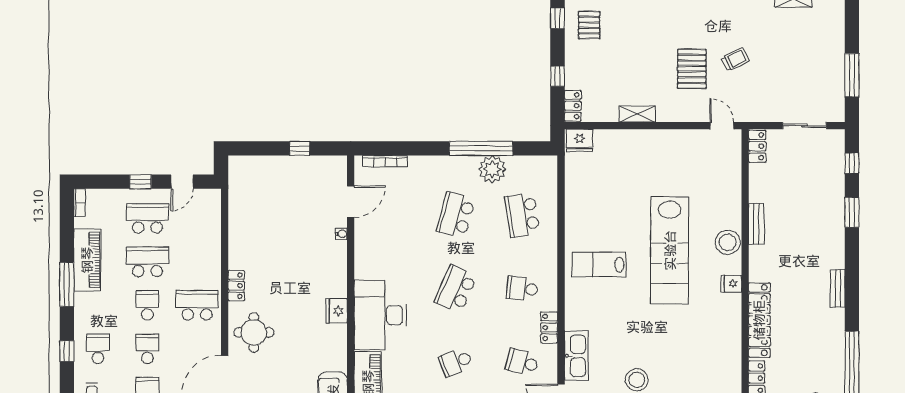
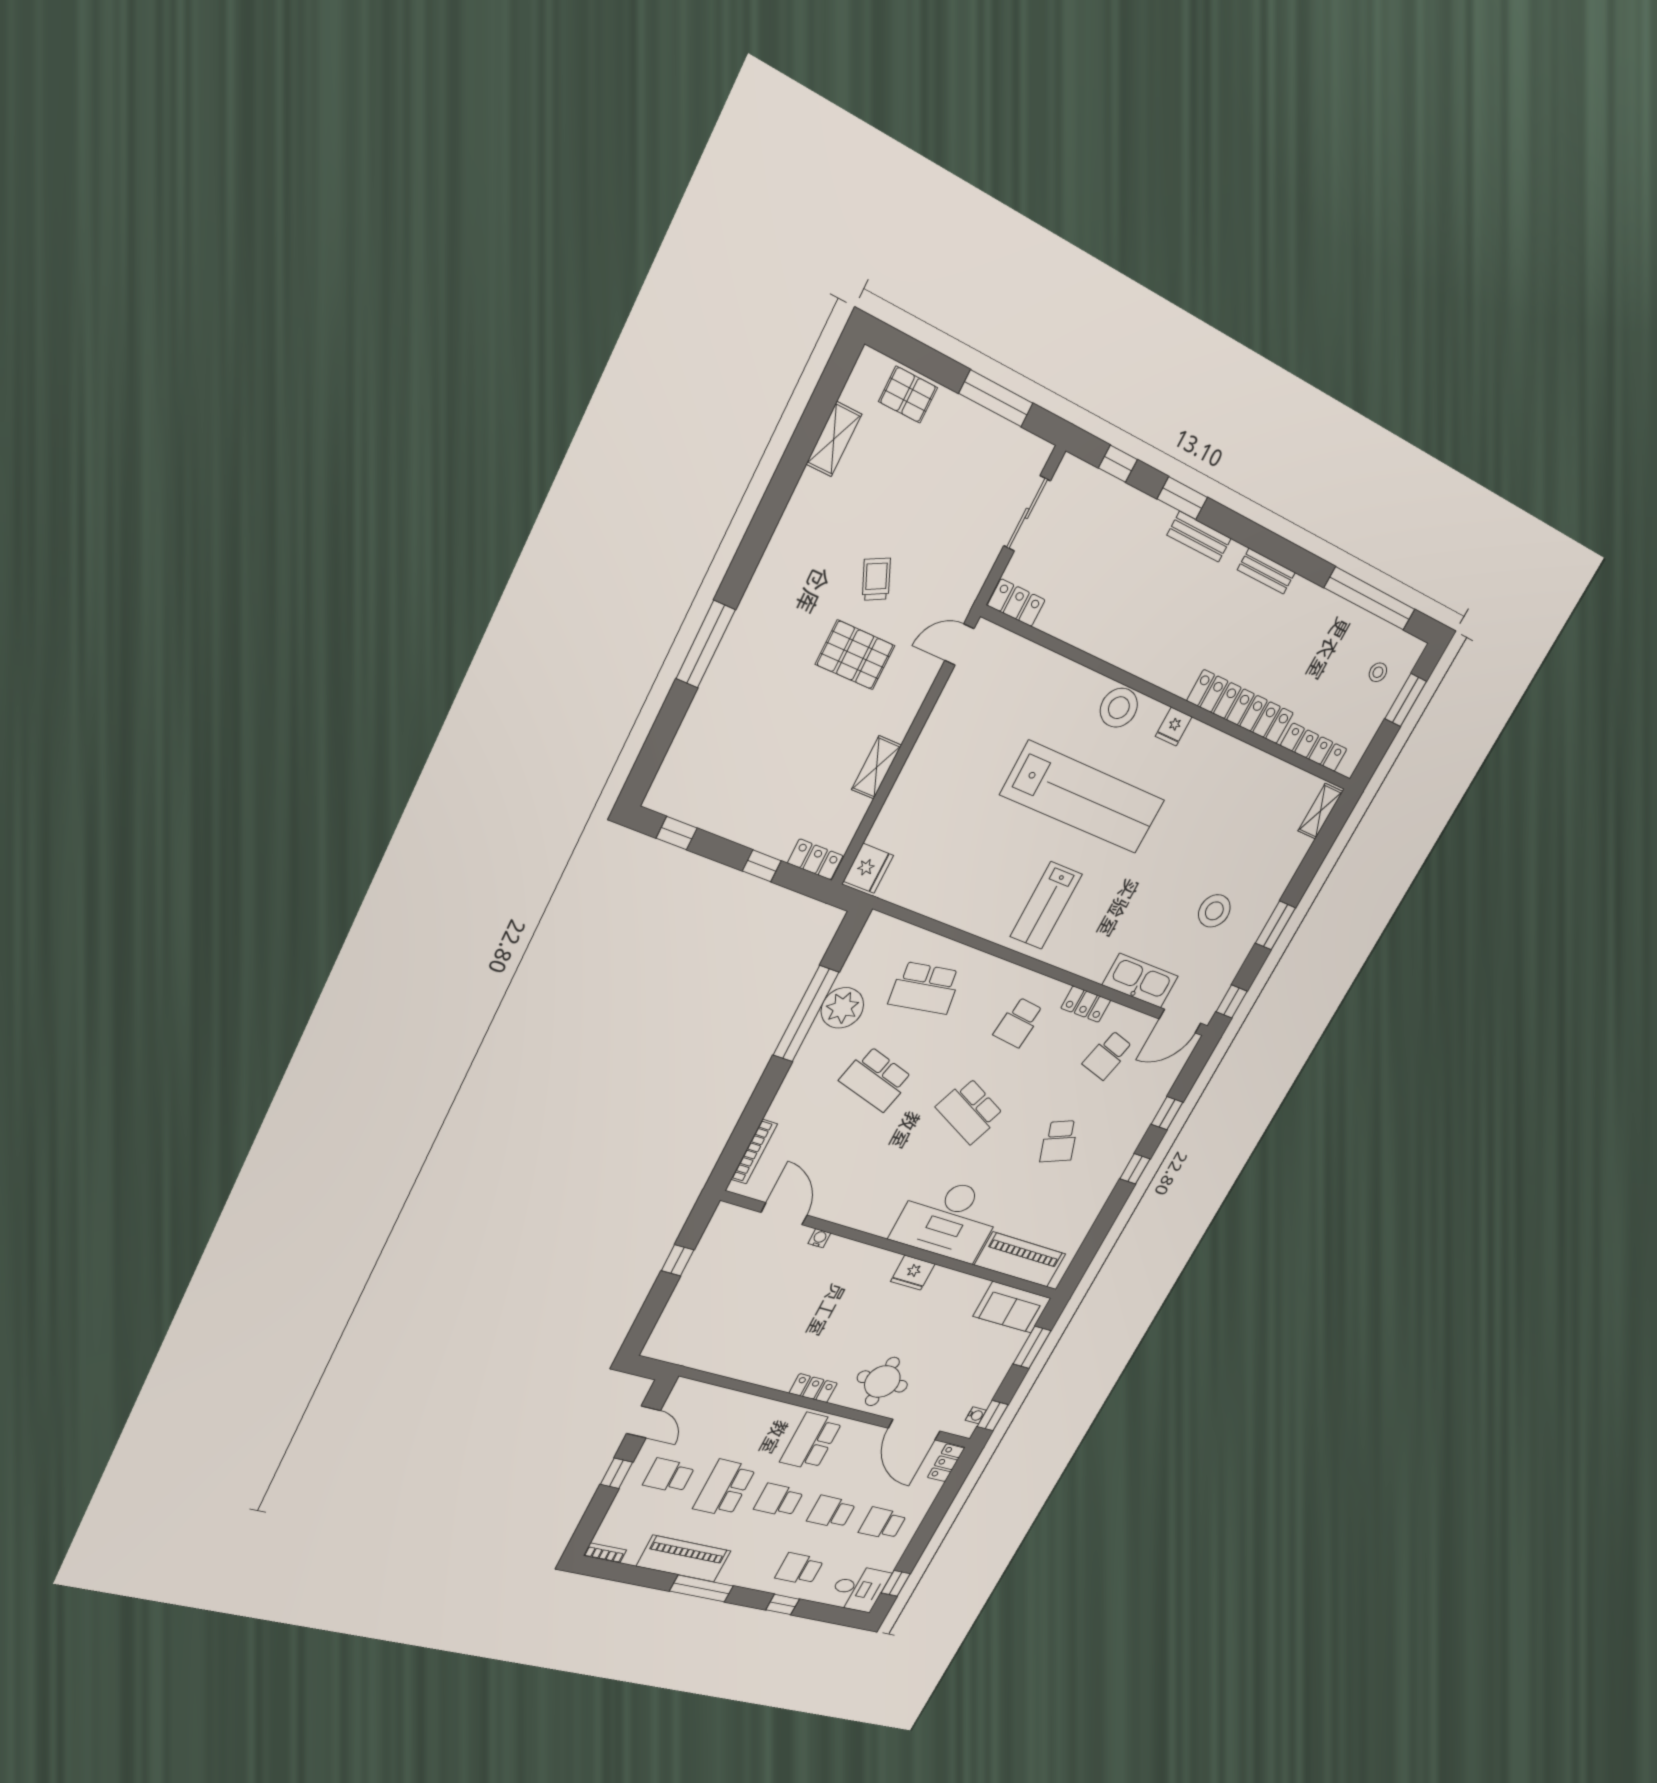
pallet: (589, 25) -> (908, 395), moved
school desk: (147, 218) -> (669, 1476), width x0.54
bench: (756, 224) -> (1199, 537), moved

